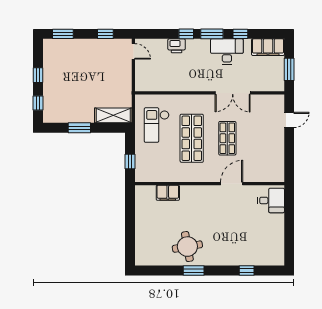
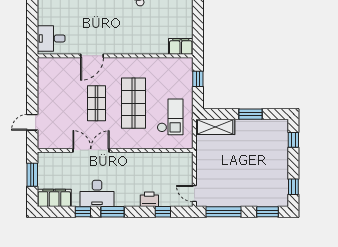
window: (105, 34) -> (223, 212), width x2.17
window: (186, 34) -> (163, 212), moved
window: (38, 75) -> (293, 187), moved
filing cabinet: (168, 193) -> (181, 46), moved

